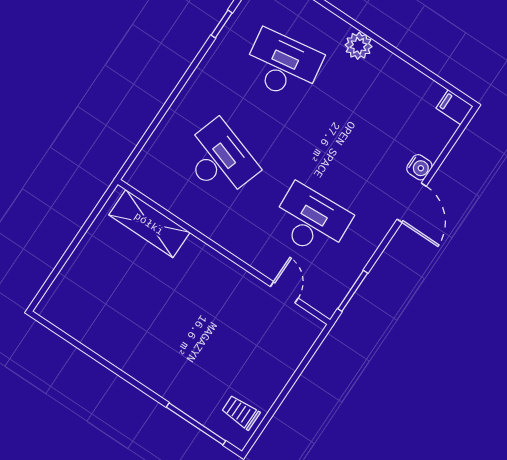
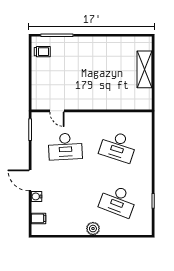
desk: (283, 65) -> (118, 201), turned 30
filing cabinet: (455, 107) -> (38, 218), moved
shelving: (149, 224) -> (145, 69), moved, turned 90

